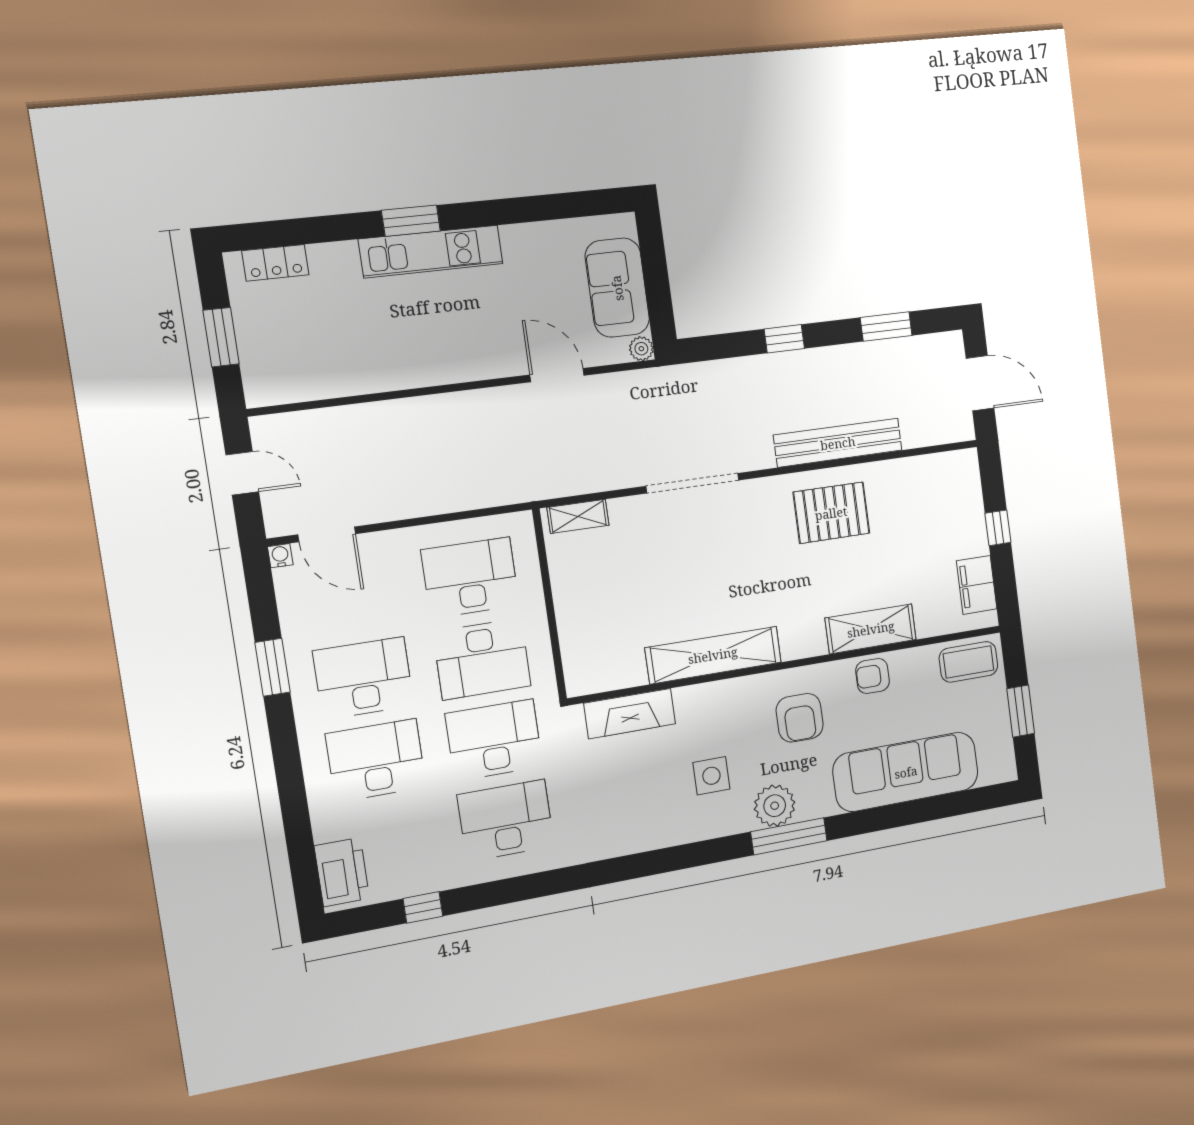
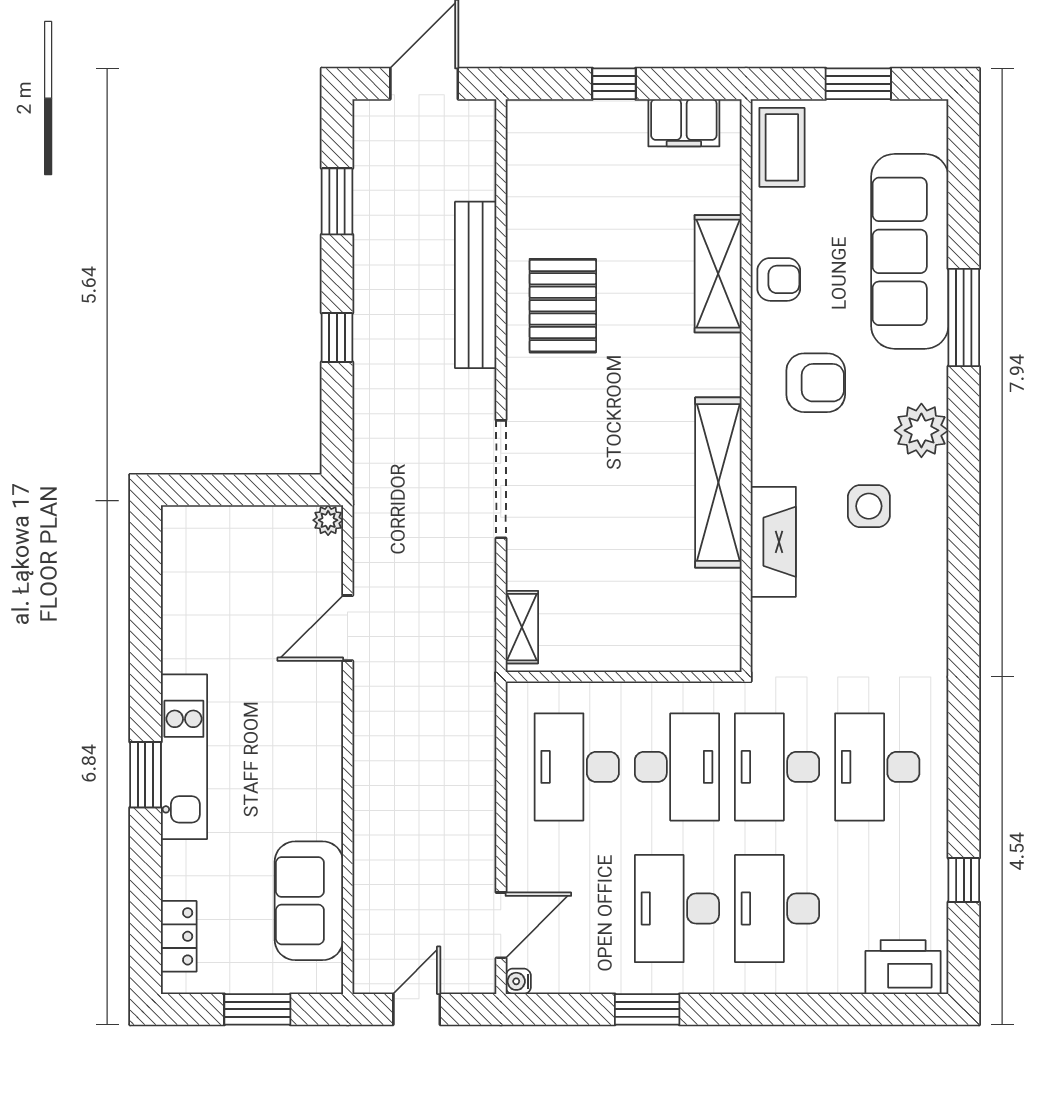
sofa: (617, 288) -> (309, 901), moved, turned 90
armchair: (873, 676) -> (779, 279), turned -90
fireplace: (630, 714) -> (773, 542), moved
window: (789, 836) -> (964, 317), moved

